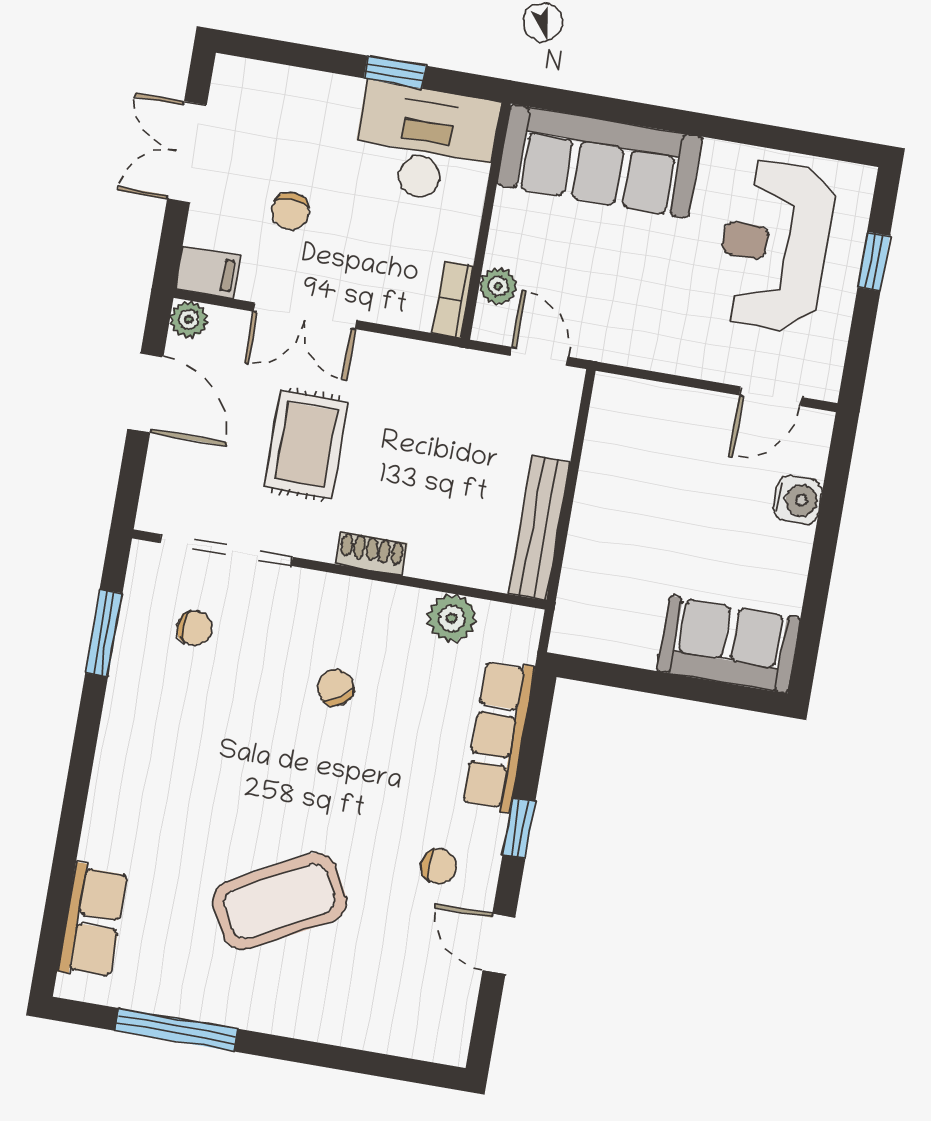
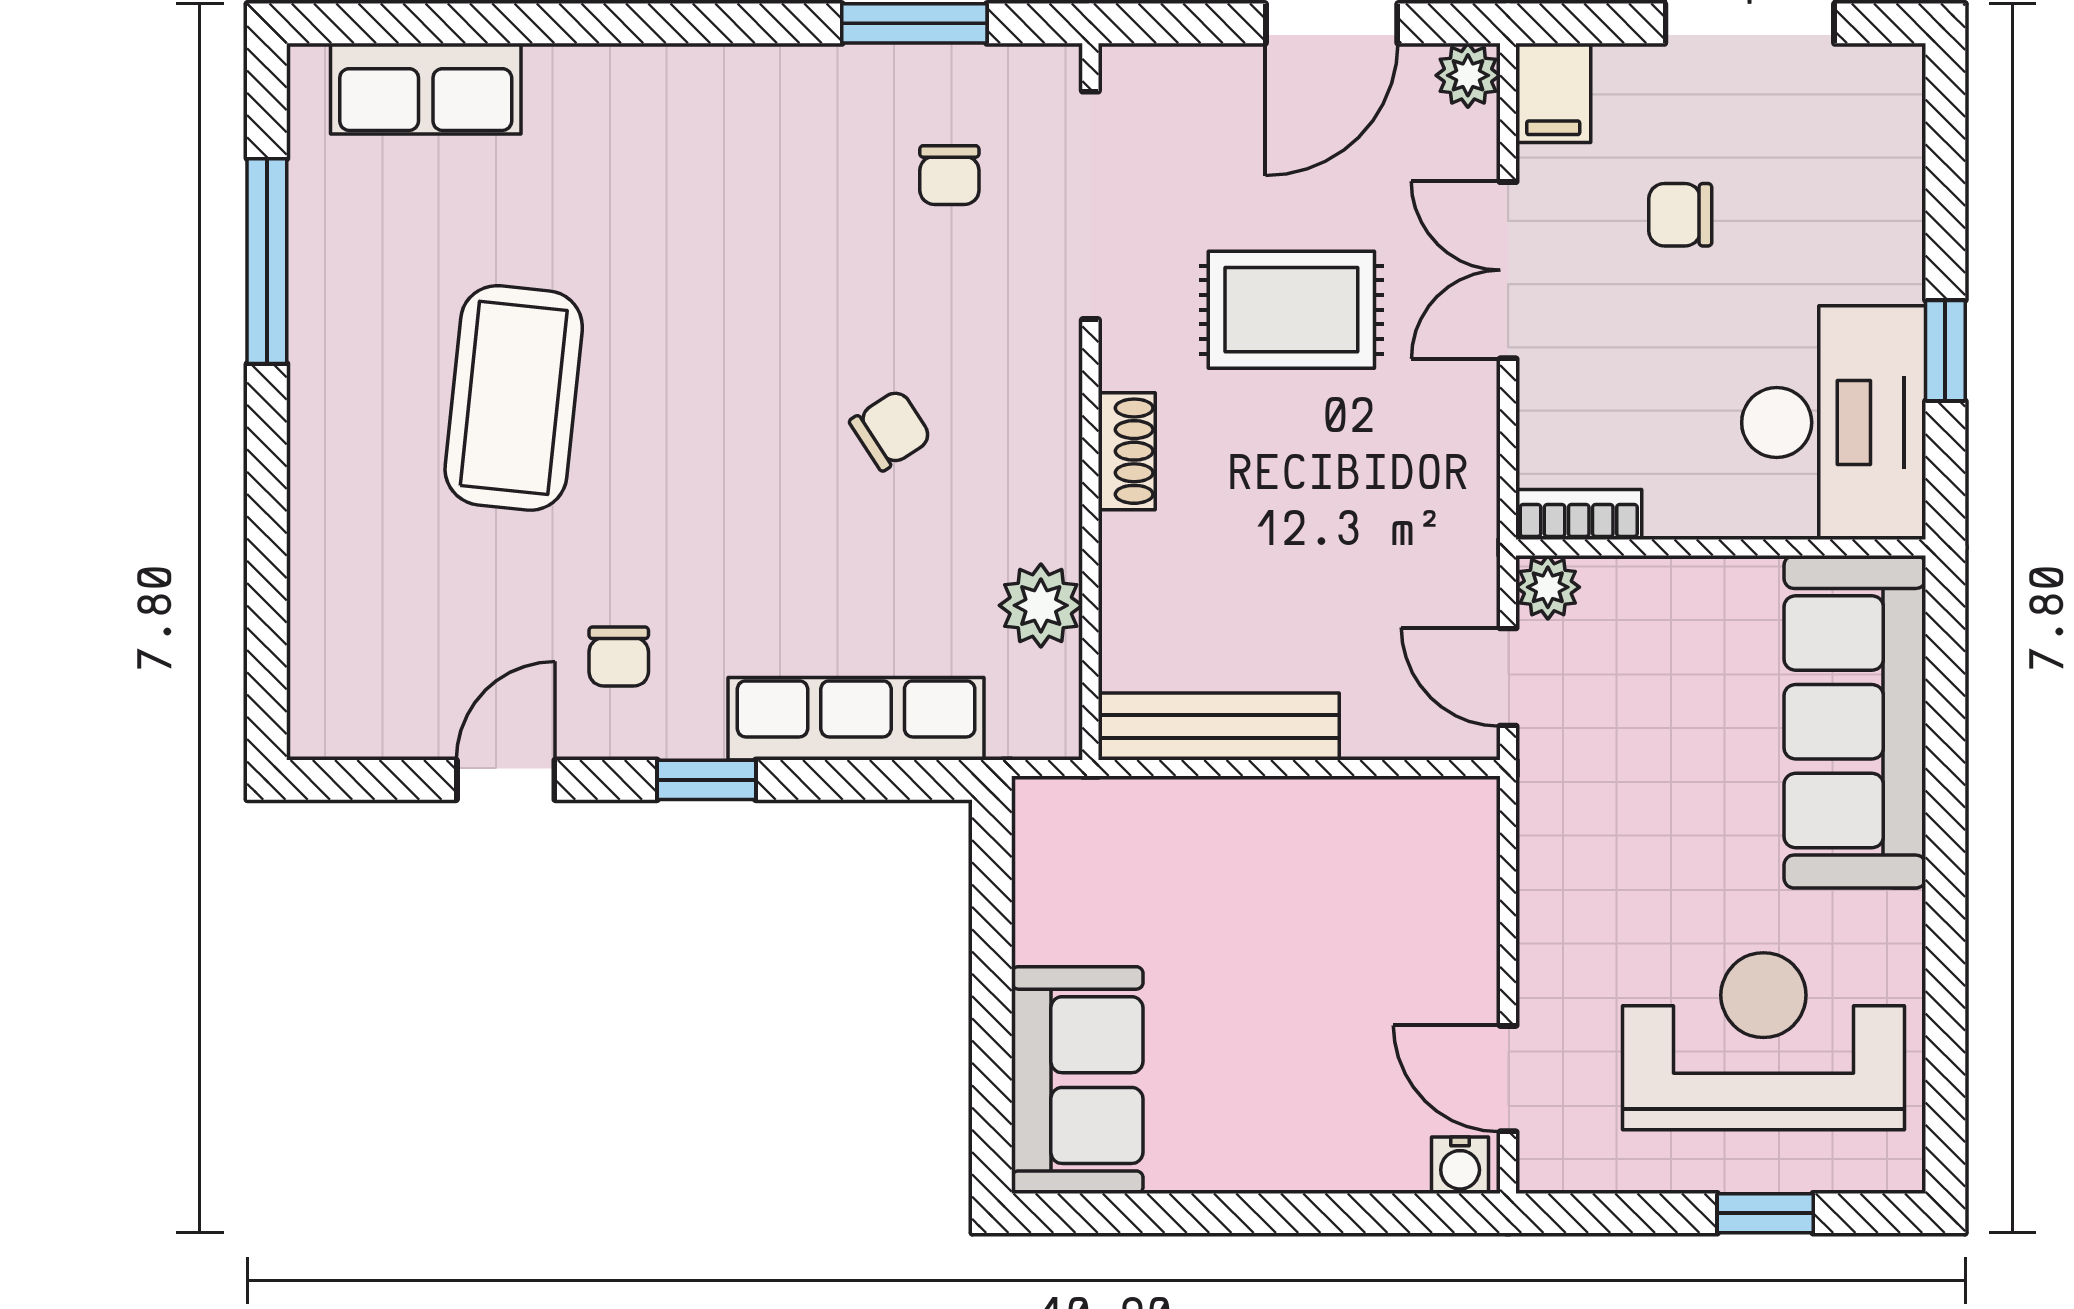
plant: (498, 286) -> (1548, 587), moved
door: (539, 356) -> (1508, 677), swing flipped
water cooler: (798, 500) -> (1460, 1165), moved, width x0.72, depth x0.72
coffee table: (280, 901) -> (514, 398), turned 34

